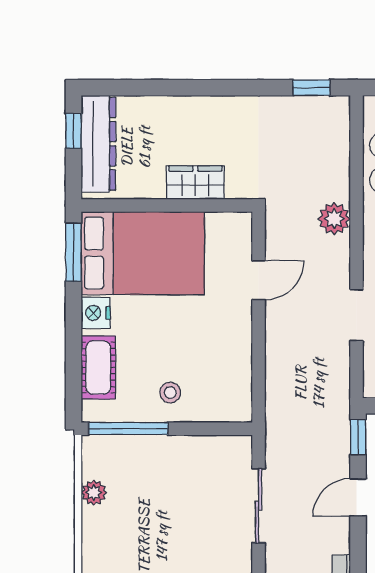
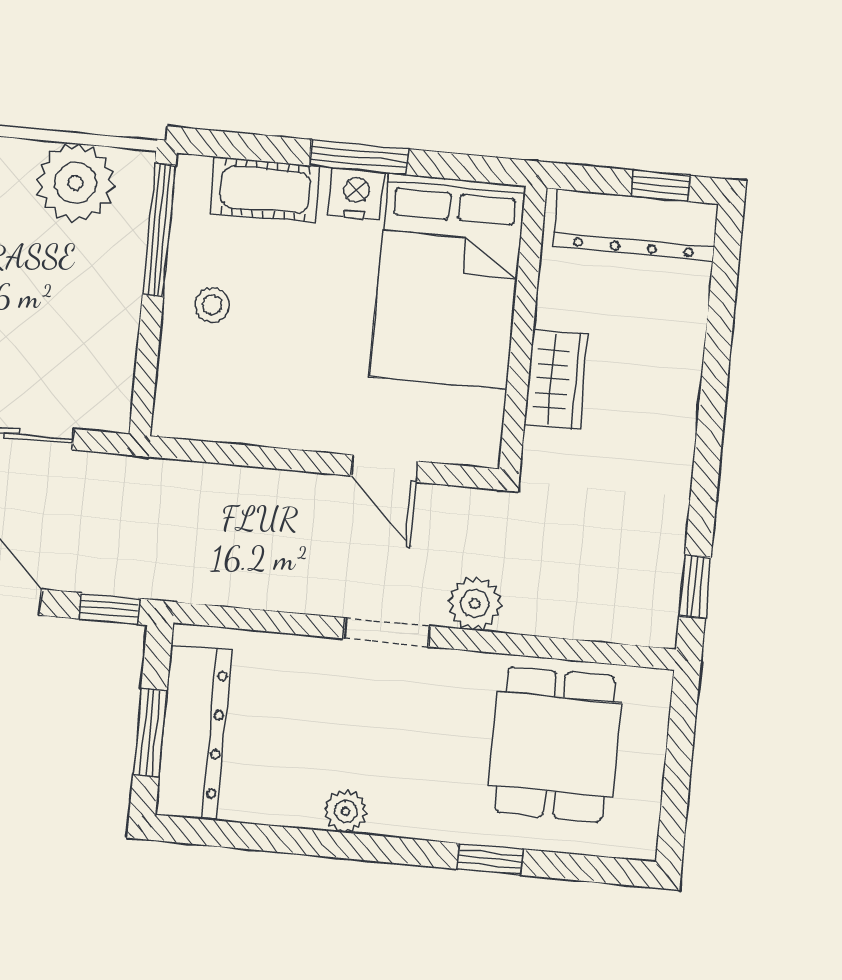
window: (74, 252) -> (359, 157), moved
doorway: (356, 315) -> (387, 632), moved
plant: (94, 493) -> (76, 183), width x1.87, depth x1.87

